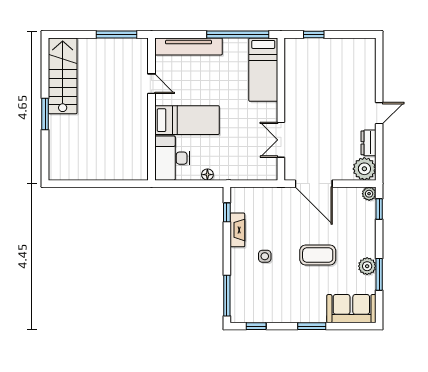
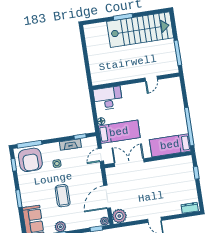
tv unit: (188, 46) -> (177, 98), removed
stairs: (63, 76) -> (140, 30), width x1.36, depth x1.51
bed: (187, 120) -> (119, 132), moved, turned -90
double door: (281, 140) -> (129, 163), width x1.37
dresser: (369, 143) -> (190, 208), moved
door: (262, 184) -> (101, 155), added
door: (314, 184) -> (107, 197), moved
armchair: (252, 298) -> (30, 160), added

